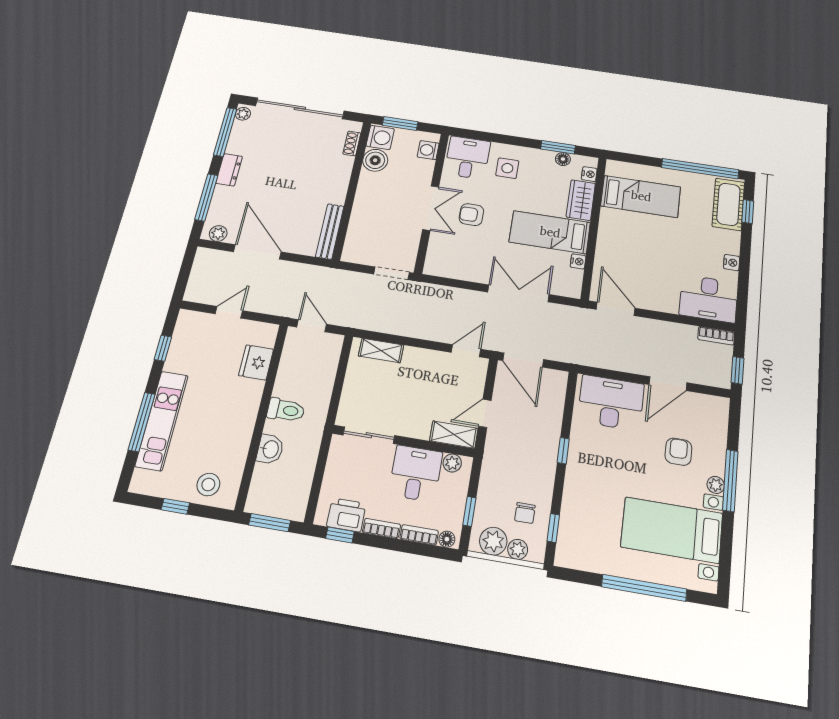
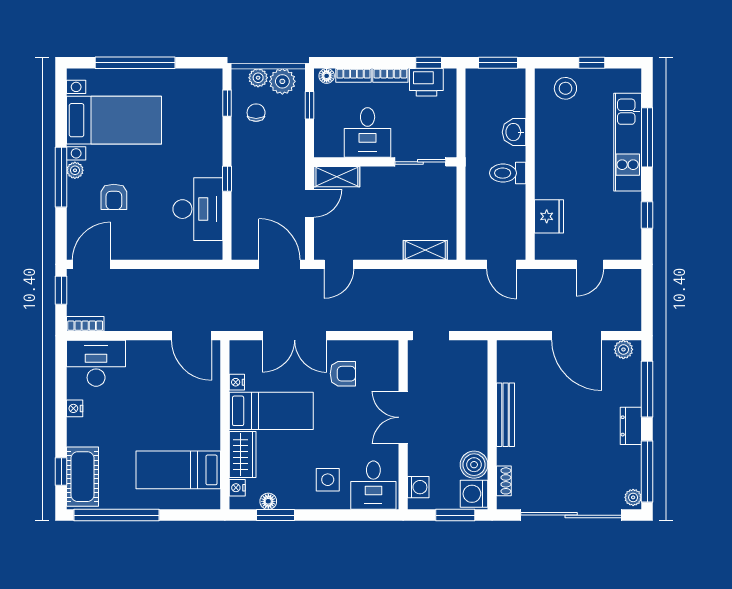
armchair: (471, 215) -> (343, 374), moved
bench: (330, 231) -> (506, 415), moved
door: (668, 384) -> (91, 264), moved
desk: (611, 403) -> (198, 209), moved, turned -90
plant: (452, 463) -> (334, 149), removed

